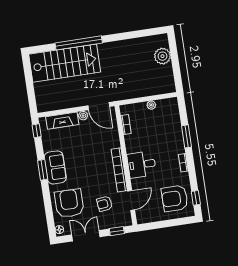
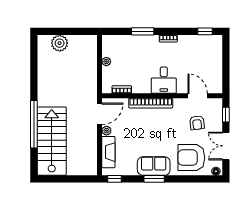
bookcase: (119, 170) -> (151, 103), moved
armchair: (175, 198) -> (202, 52), removed

